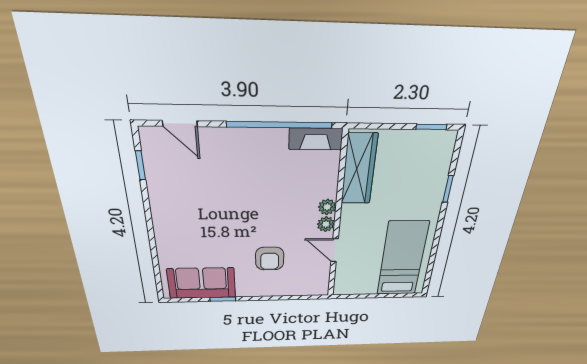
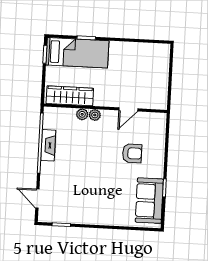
door: (180, 124) -> (37, 199), swing flipped
fireplace: (316, 139) -> (48, 145), moved
plant: (326, 224) -> (82, 114), moved
bed: (402, 259) -> (77, 53), moved, turned 180

